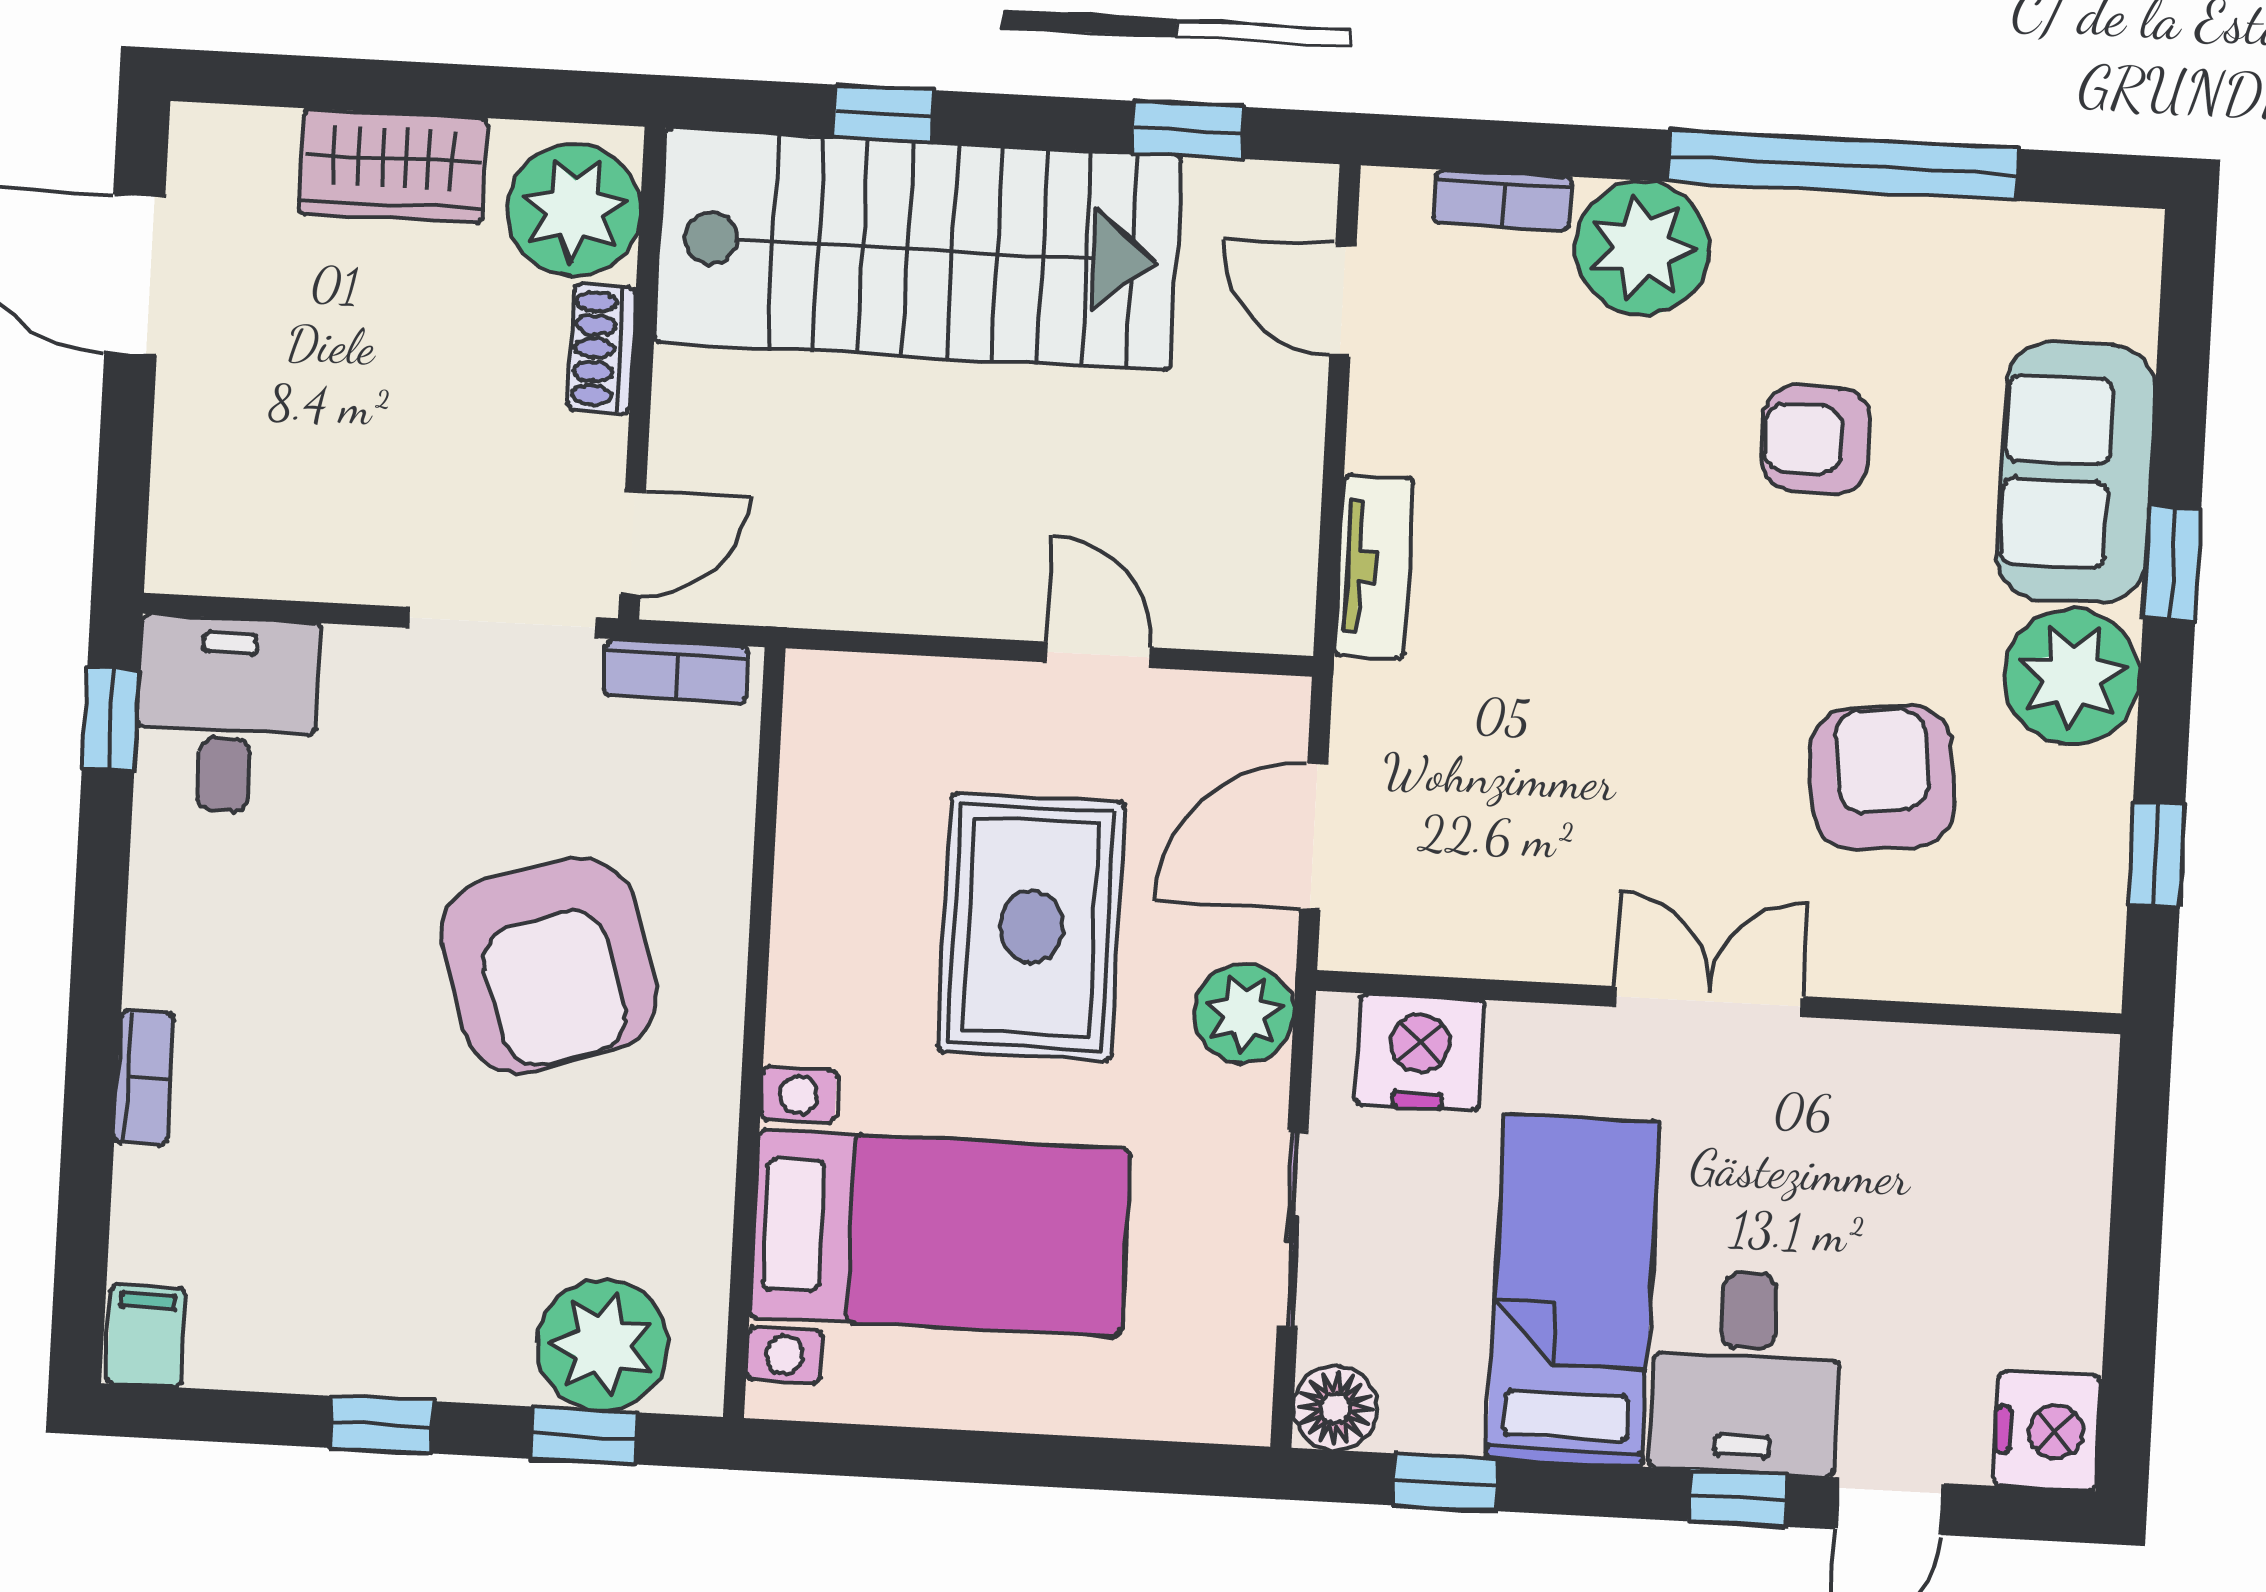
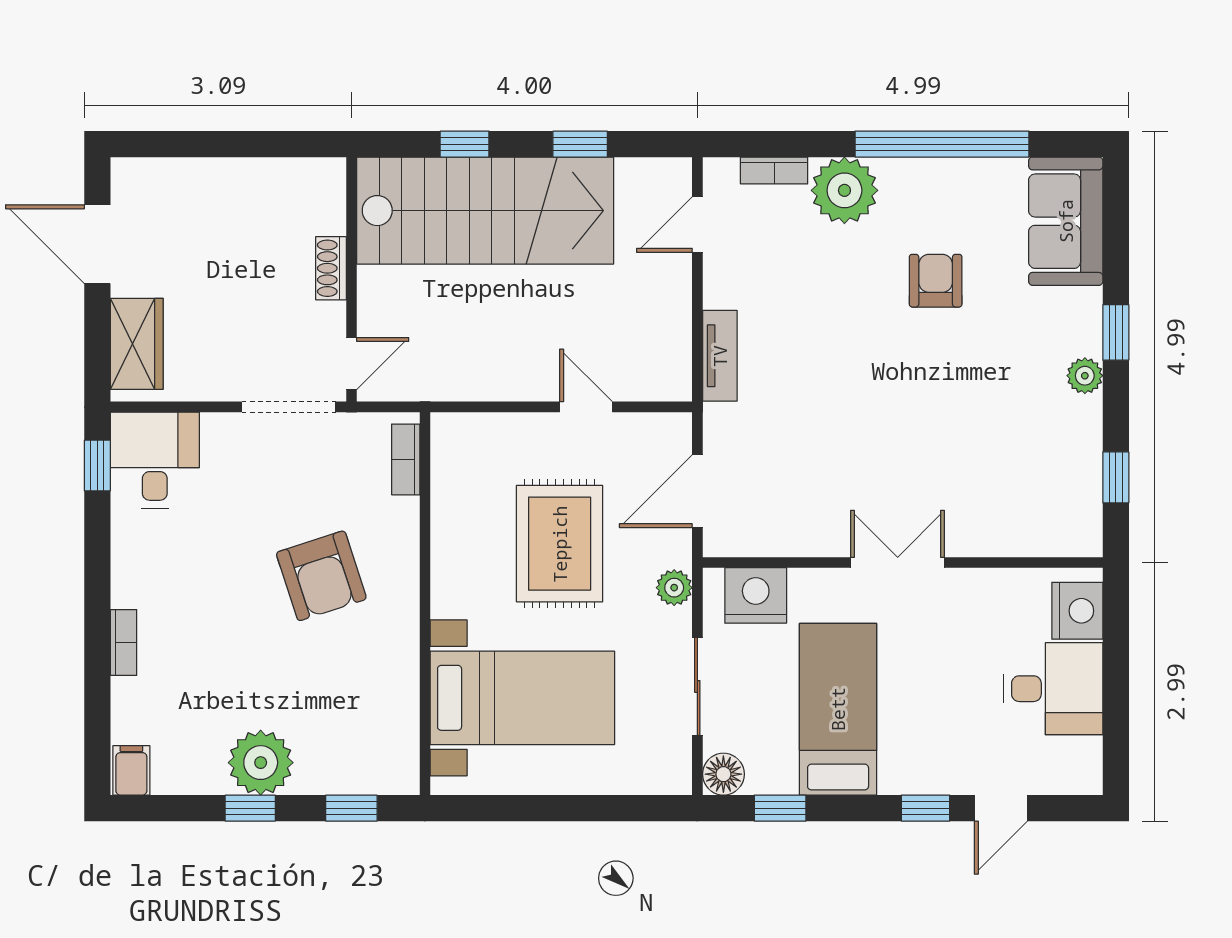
window: (1188, 130) -> (580, 144), moved
wardrobe: (393, 166) -> (137, 344), moved, turned -90
plant: (574, 210) -> (313, 200), removed
door: (1343, 301) -> (697, 225), hinge flipped
armchair: (1816, 439) -> (936, 281), turned 90
sofa: (2076, 472) -> (1066, 221), moved
bookcase: (676, 671) -> (406, 459), moved, turned 90
plant: (2072, 677) -> (1085, 376), width x0.53, depth x0.53
armchair: (1882, 778) -> (978, 447), removed
armchair: (549, 965) -> (321, 576), width x0.73, depth x0.73
plant: (1244, 1013) -> (674, 588), width x0.73, depth x0.73
plant: (603, 1345) -> (261, 763), moved
desk: (1746, 1372) -> (1053, 689), moved, turned -90
nightstand: (2047, 1431) -> (1077, 611), moved

